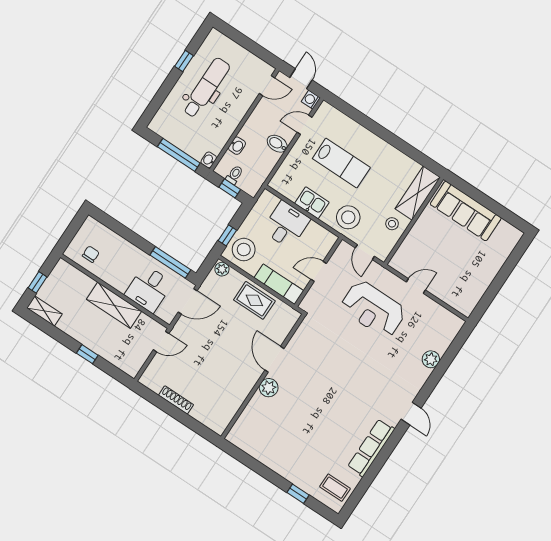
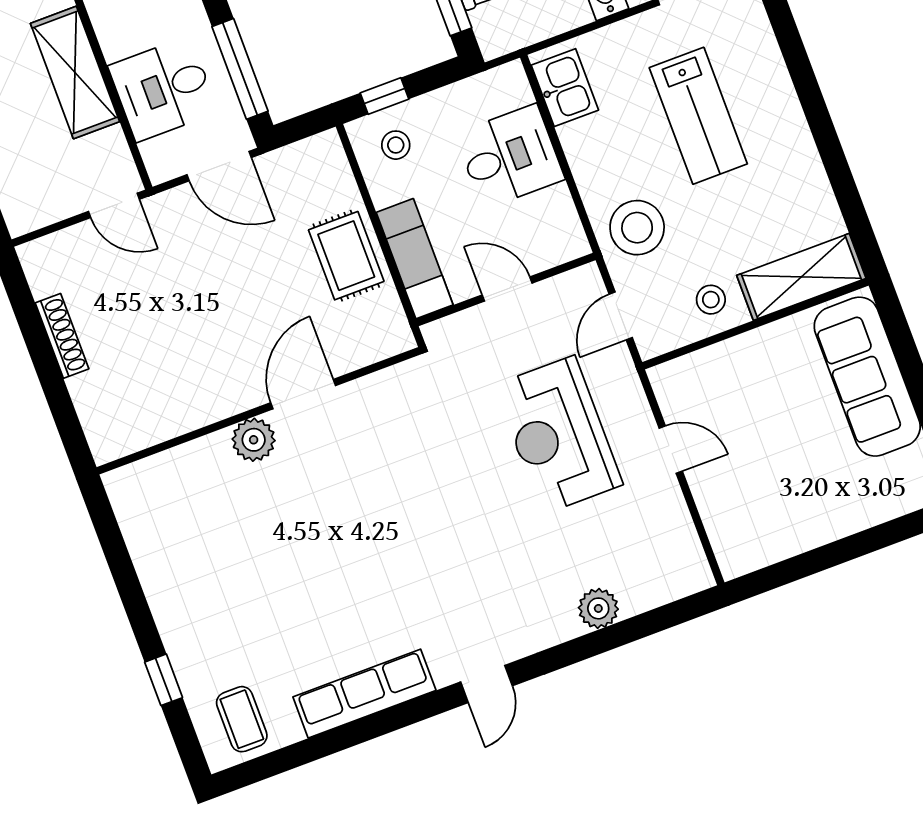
kitchen sink: (312, 203) -> (565, 88), moved
stool: (244, 250) -> (396, 145), width x0.53, depth x0.53
plant: (222, 269) -> (328, 152), removed

